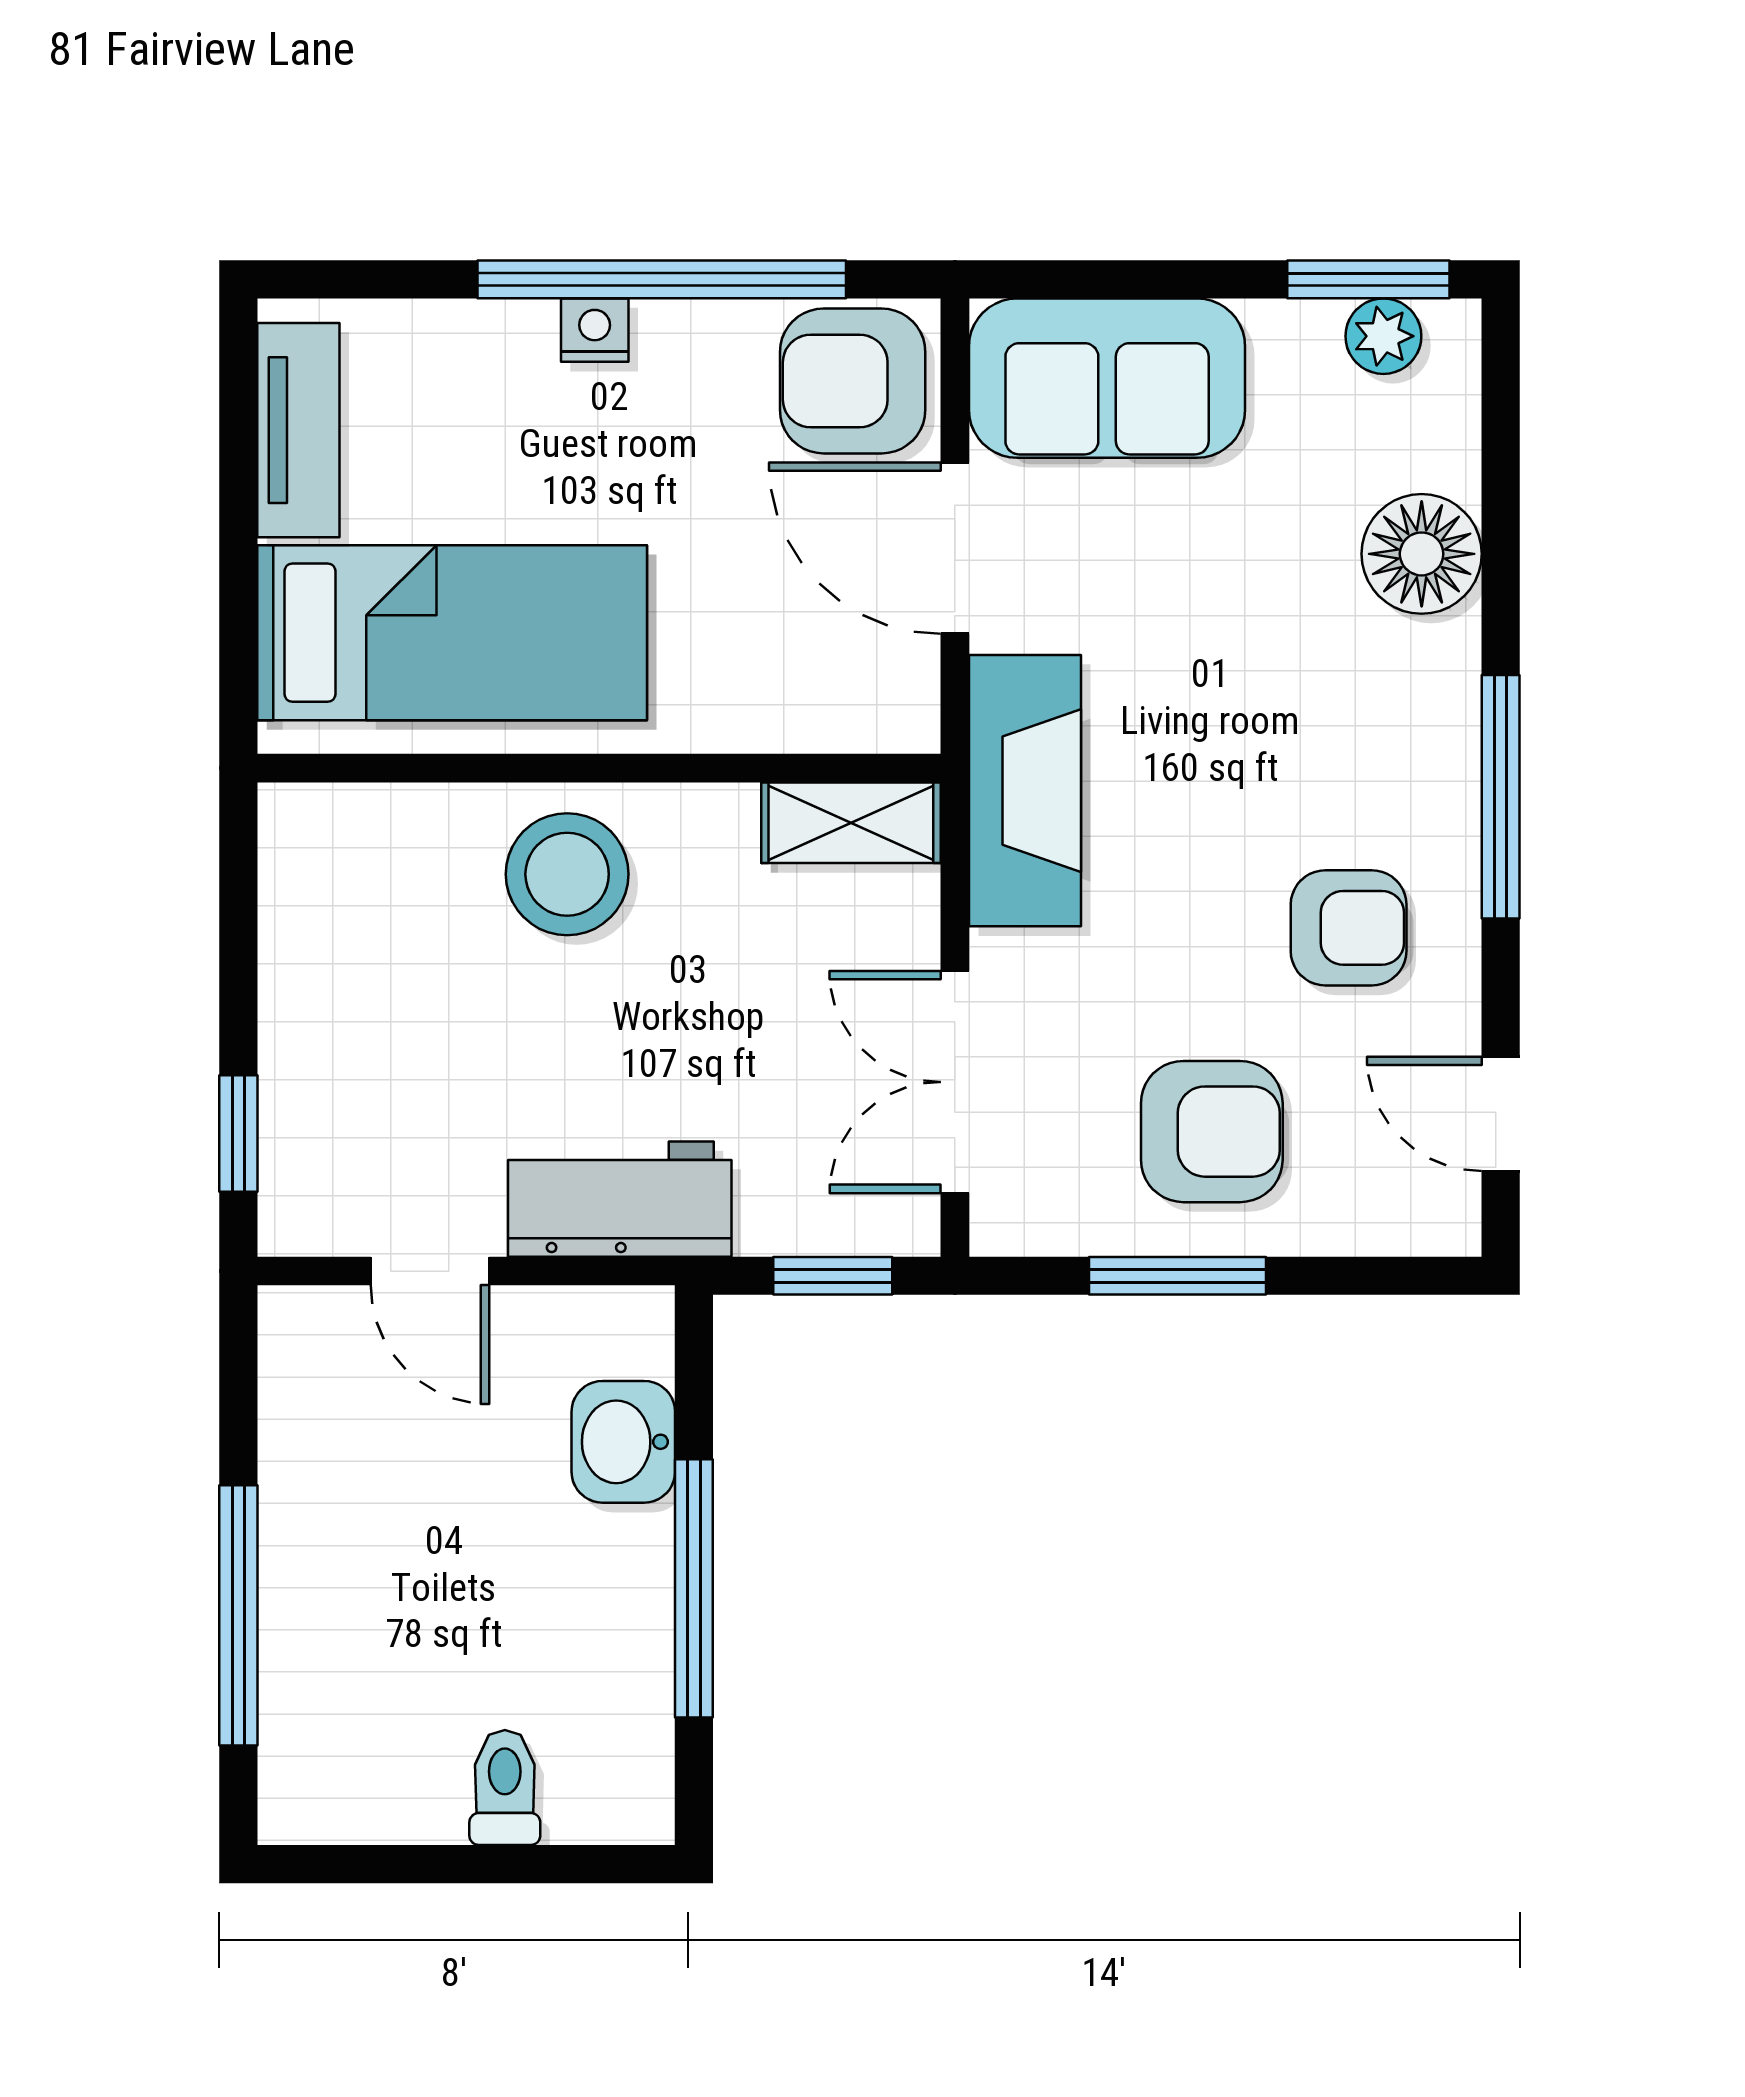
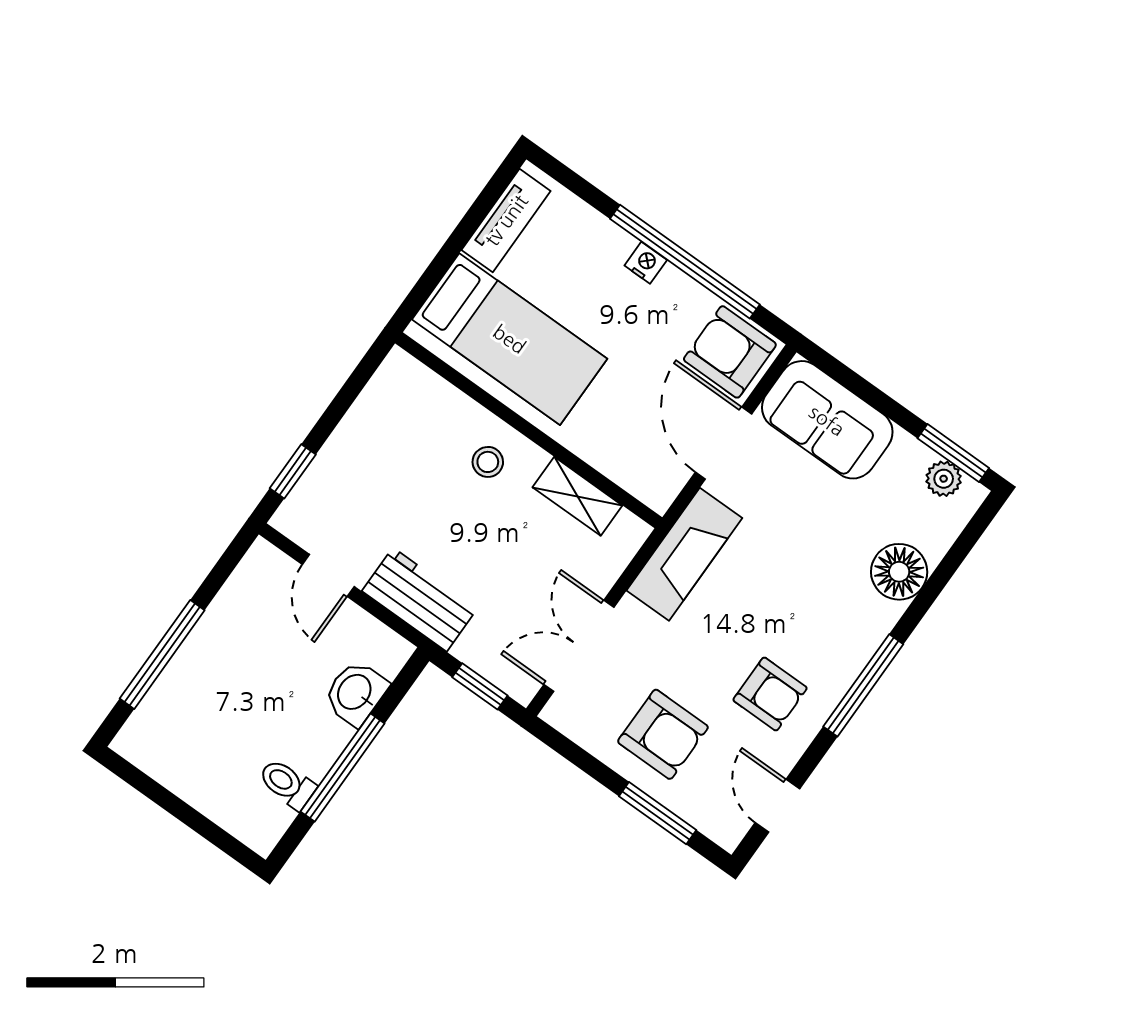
shelving: (851, 823) -> (577, 496), moved
stool: (567, 874) -> (488, 462), width x0.53, depth x0.53
window: (1178, 1276) -> (658, 813), moved
toilet: (505, 1788) -> (287, 784), moved, turned -90

